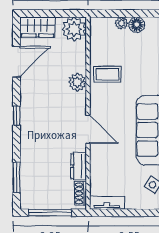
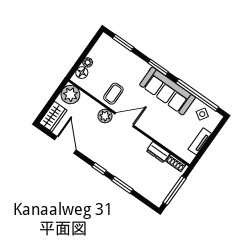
floor lamp: (137, 25) -> (82, 73), moved
door: (88, 129) -> (124, 120), moved
window: (17, 177) -> (122, 185), moved
tv unit: (107, 203) -> (200, 141), moved

